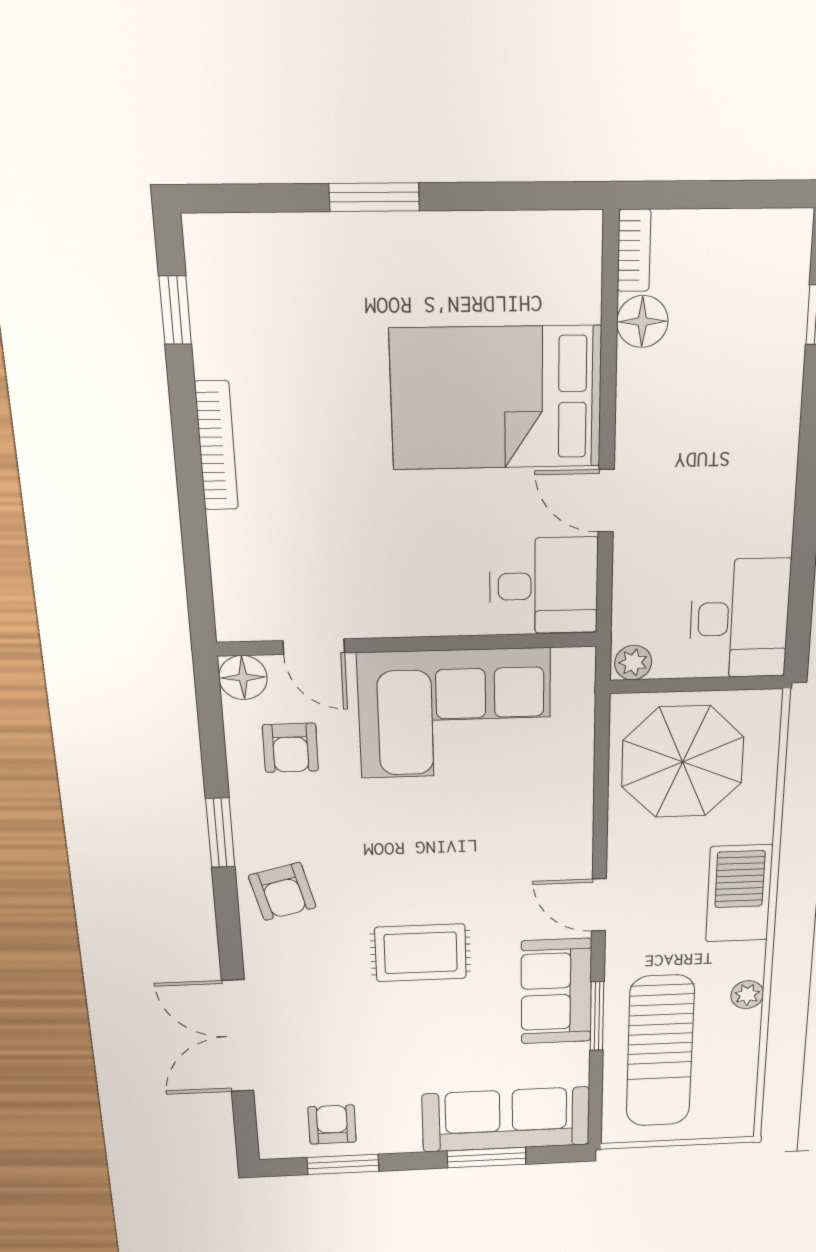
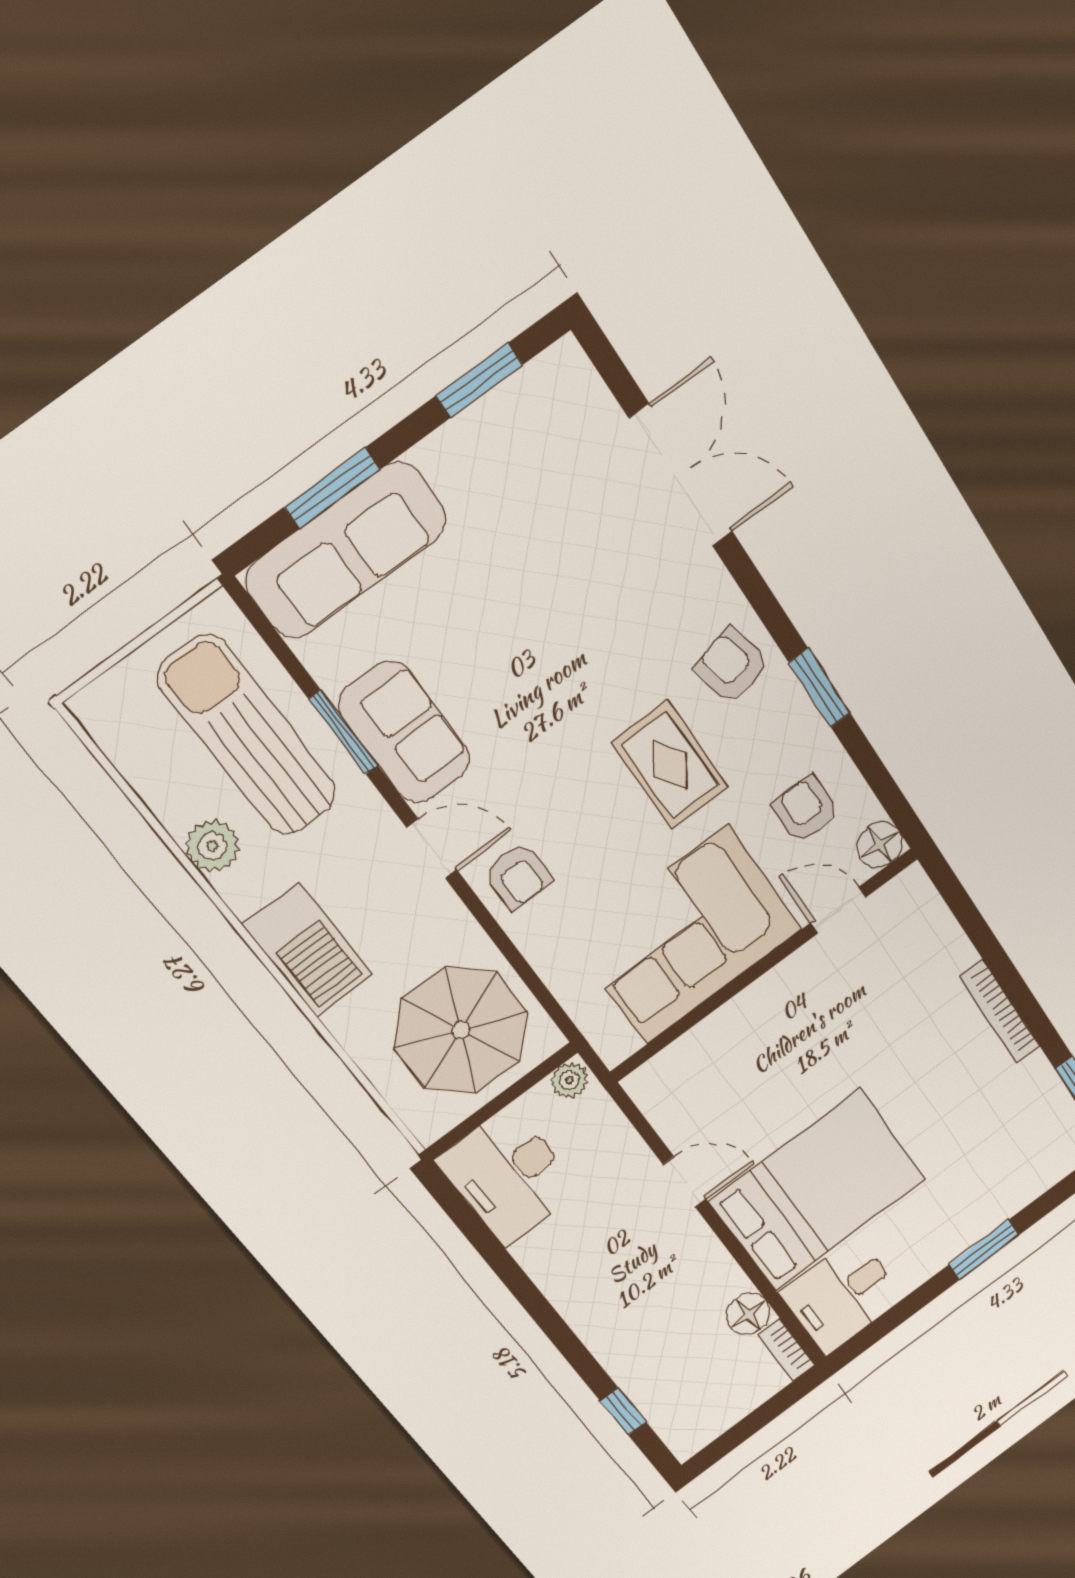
desk: (544, 586) -> (842, 1295), moved
rug: (421, 953) -> (670, 765), moved, turned 90
plant: (747, 995) -> (212, 846), width x1.38, depth x1.38
armchair: (332, 1125) -> (518, 876), moved

